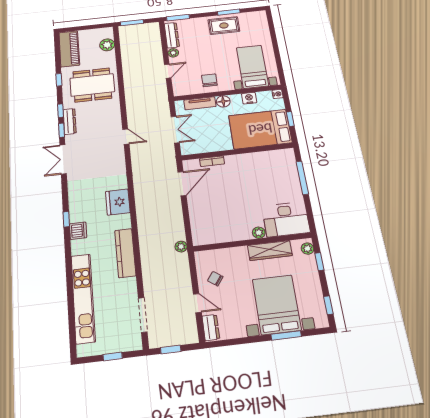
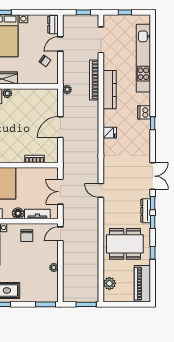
dresser: (172, 35) -> (53, 286), removed
door: (168, 71) -> (60, 234), moved
door: (182, 184) -> (60, 127), moved
fridge: (118, 202) -> (110, 133), width x0.53, depth x0.75
bookcase: (147, 262) -> (94, 80), added
door: (197, 303) -> (60, 44), hinge flipped

